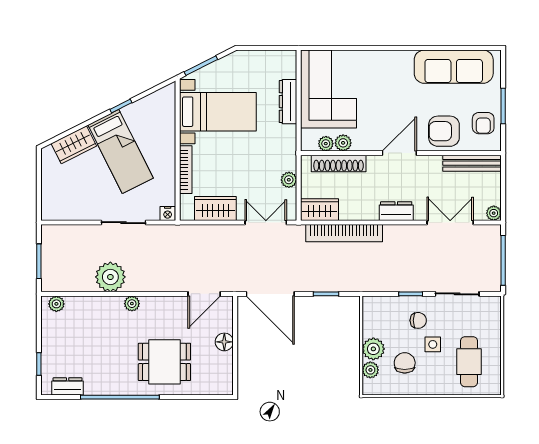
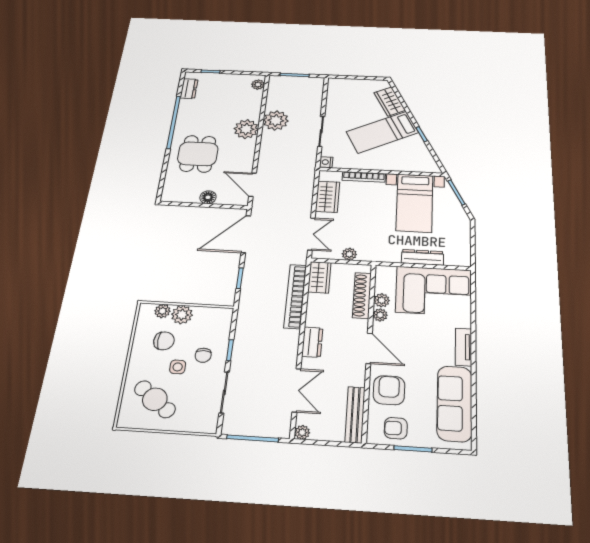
tv unit: (392, 58) -> (463, 347), added
plant: (326, 144) -> (380, 315), moved
plant: (132, 304) -> (246, 129), width x1.88, depth x1.88
cafe table: (469, 362) -> (155, 399), turned 38

